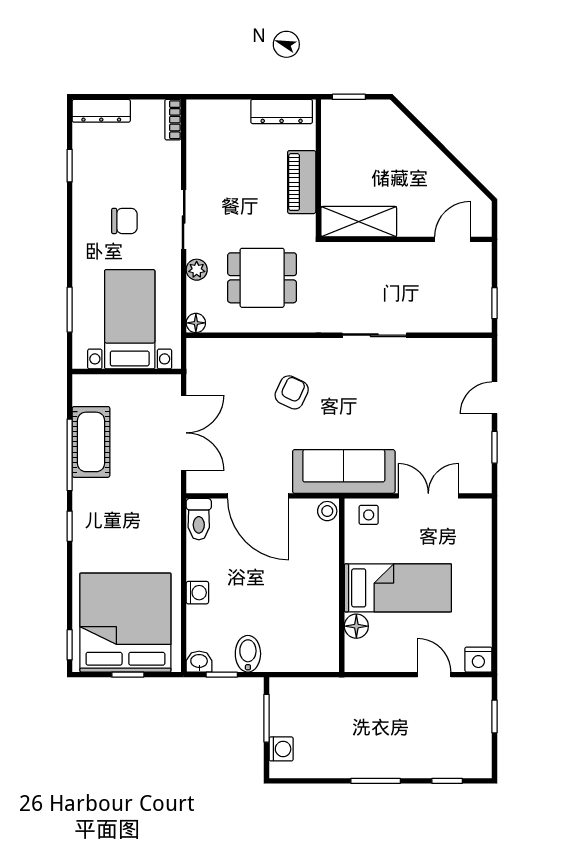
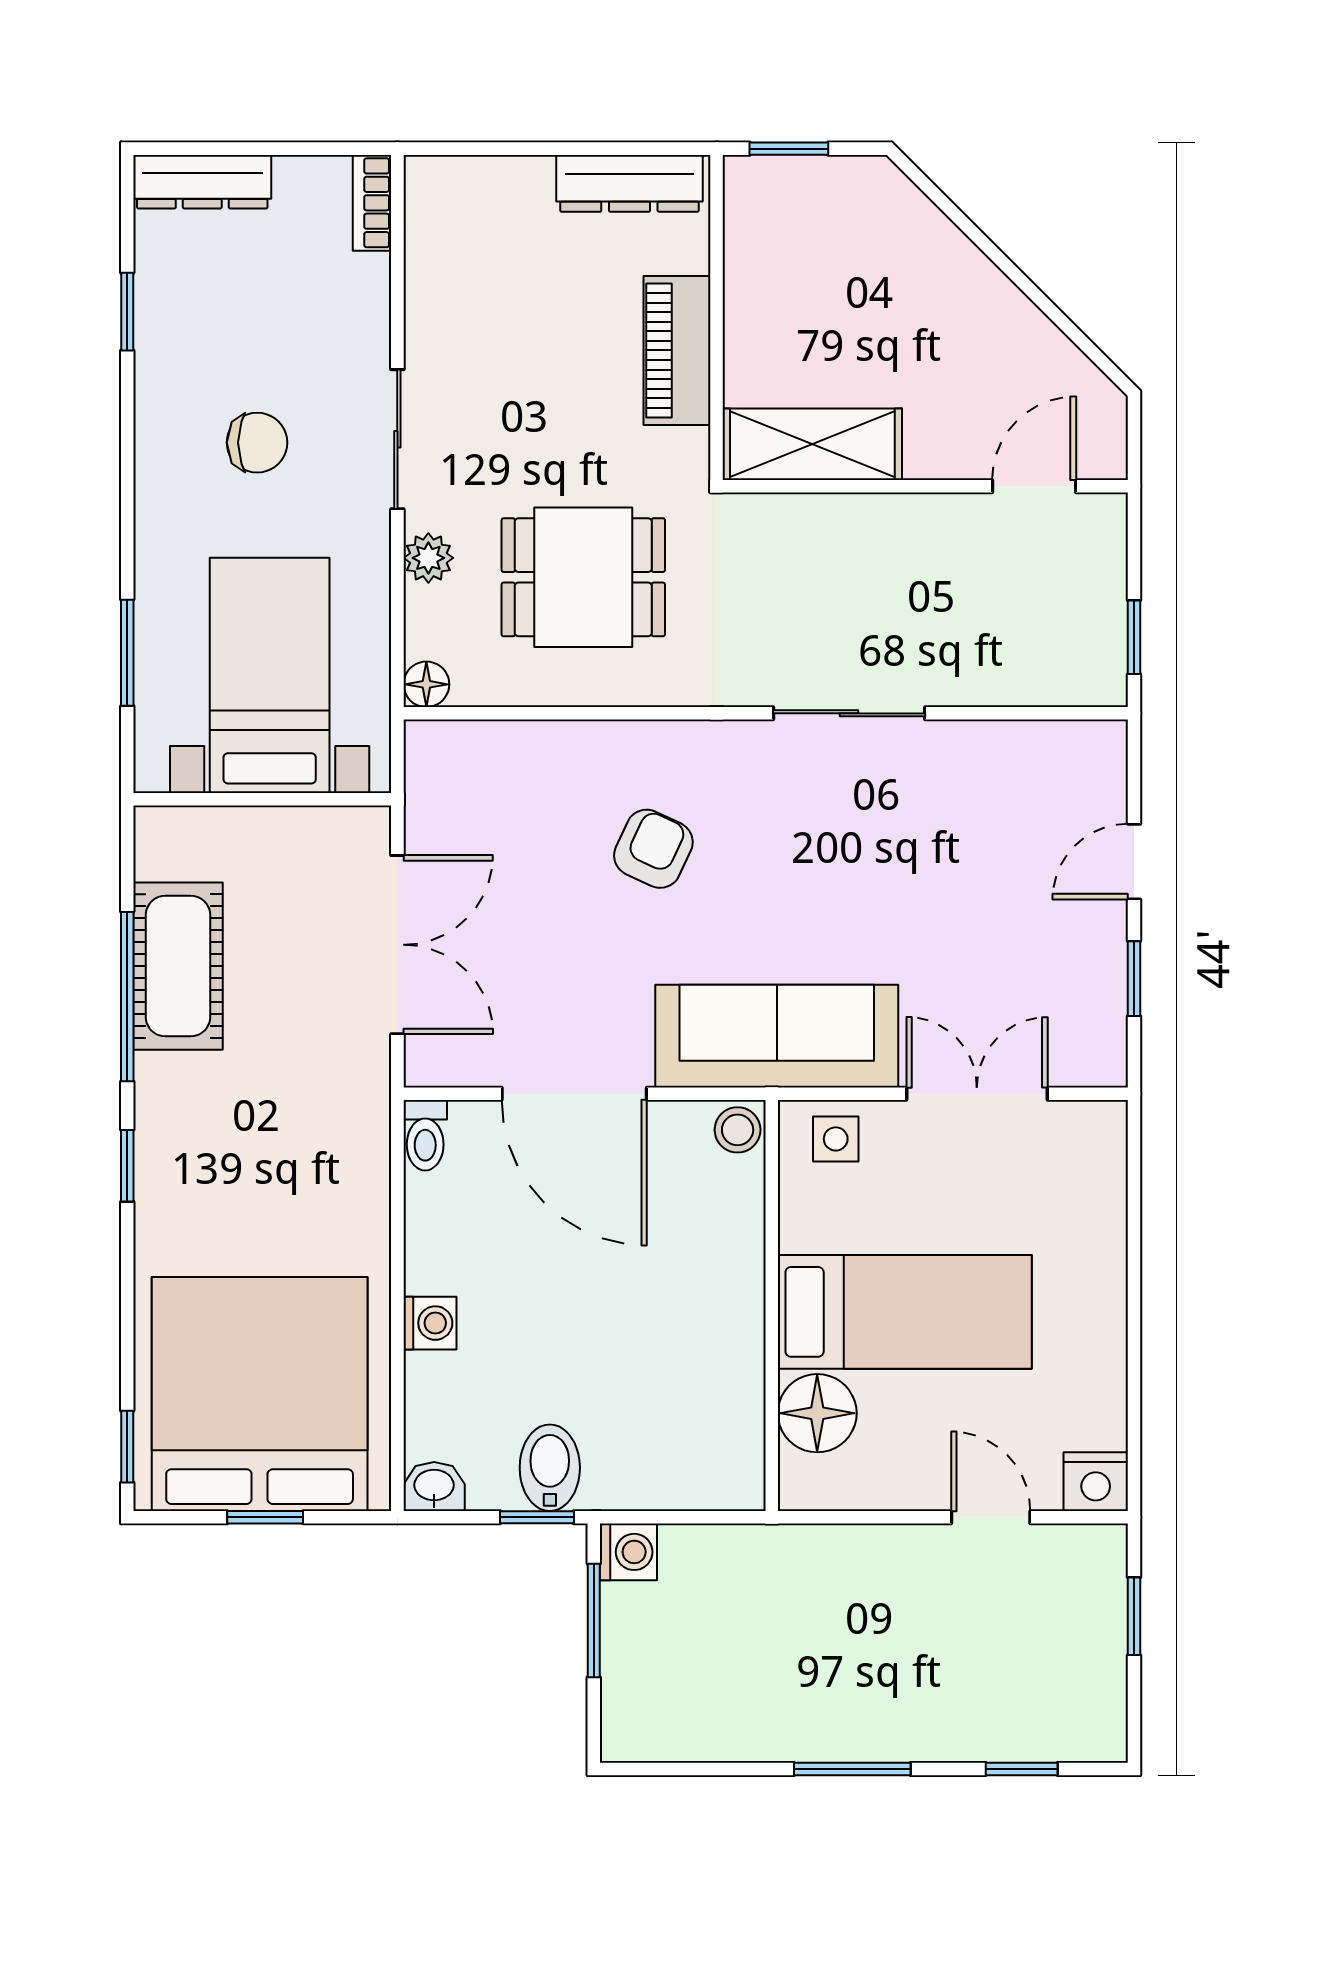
toilet: (199, 519) -> (425, 1135), width x0.73, depth x0.72
floor lamp: (356, 626) -> (817, 1413), width x1.38, depth x1.38
window: (222, 675) -> (537, 1517), moved
washing machine: (281, 749) -> (628, 1552), moved

